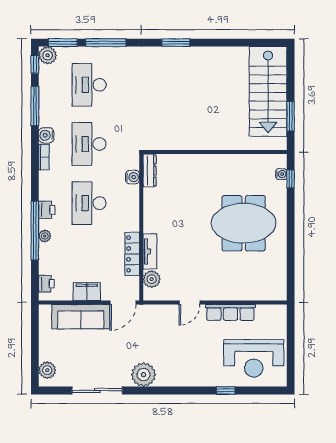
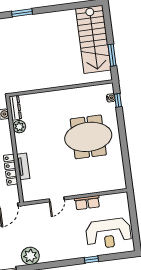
plant: (152, 279) -> (19, 127), moved
row of seats: (230, 312) -> (87, 203), width x0.68

